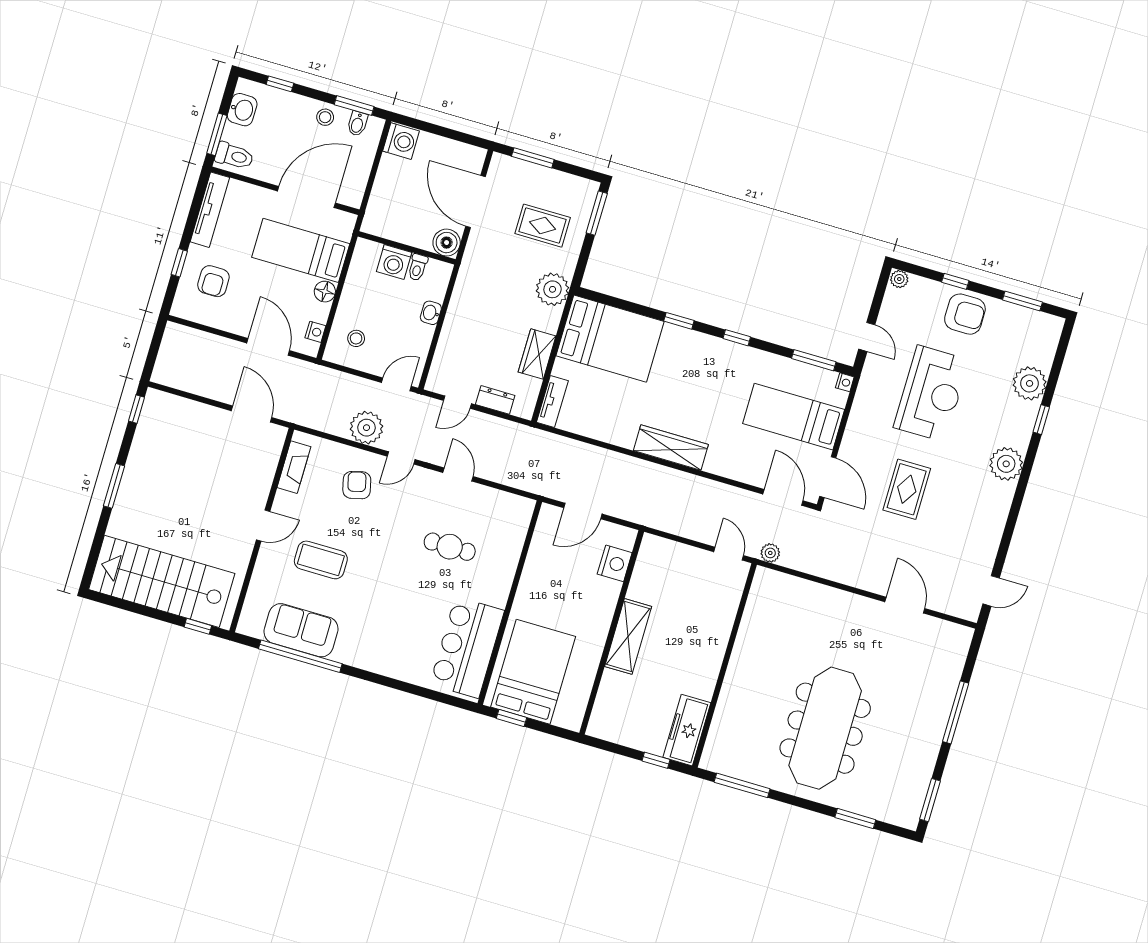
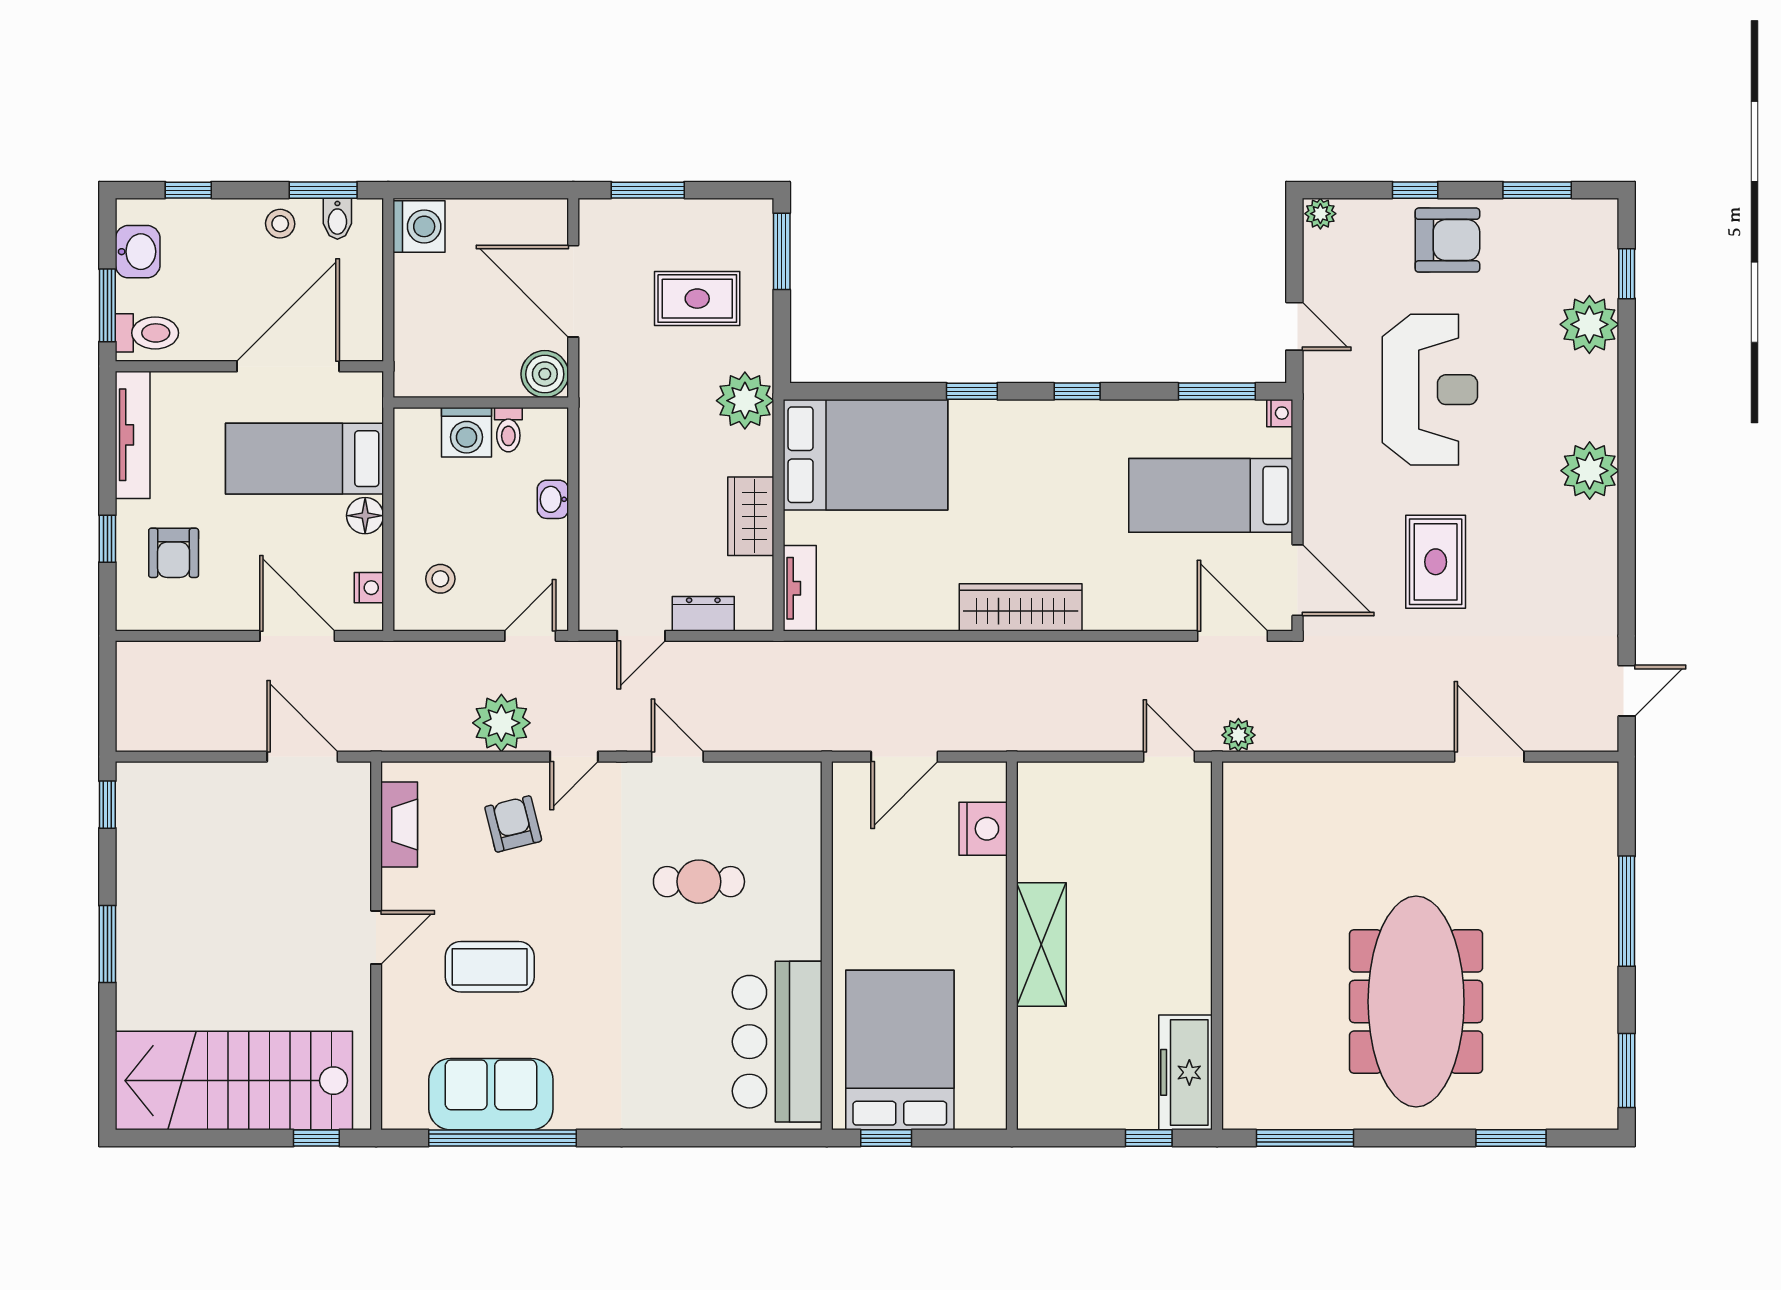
window: (1041, 420) -> (1627, 274), moved

